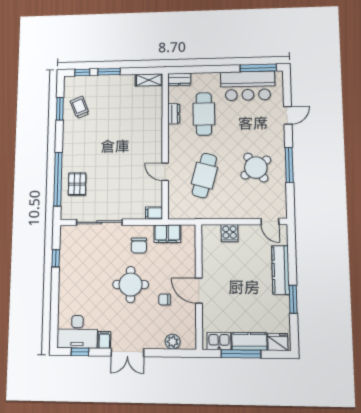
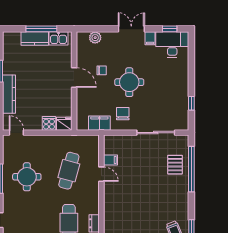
round table: (256, 168) -> (27, 177), turned 35
filing cabinet: (154, 213) -> (110, 160), moved
fridge: (278, 342) -> (64, 124), moved, turned 180

